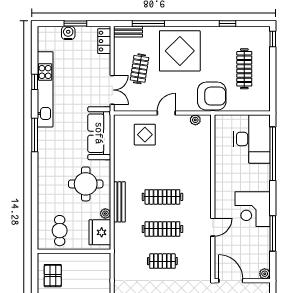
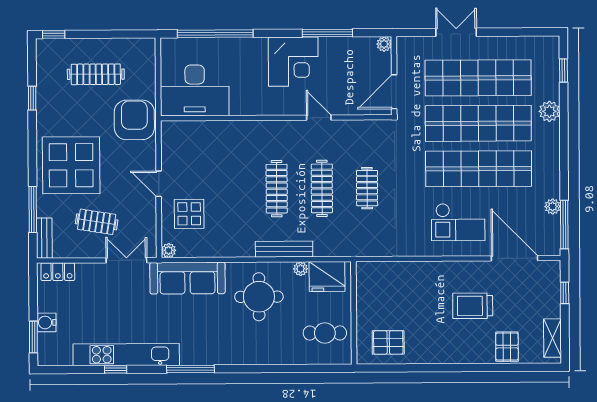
window: (75, 23) -> (33, 337), moved
plant: (195, 120) -> (169, 250), moved
desk: (252, 139) -> (195, 90), moved, turned 180

